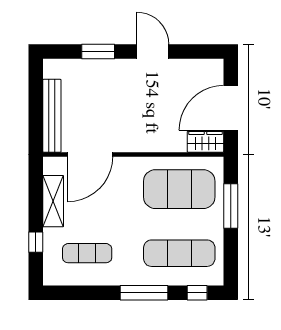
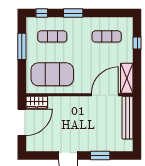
shelving: (53, 201) -> (127, 78), moved
window: (231, 206) -> (22, 46), moved
exercise mat: (179, 253) -> (52, 36), width x0.73, depth x0.69
window: (144, 293) -> (73, 13), width x0.69

